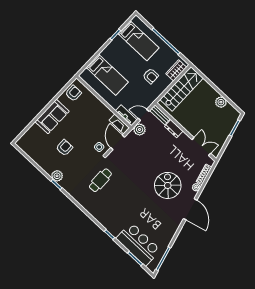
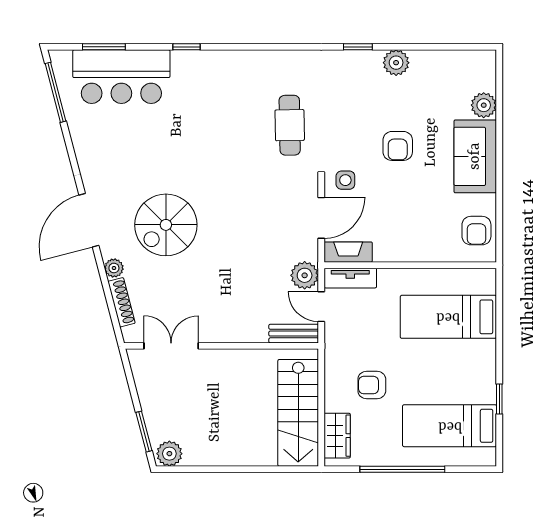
plant: (221, 102) -> (169, 454), moved
door: (144, 115) -> (321, 307), swing flipped
dresser: (174, 129) -> (247, 332), removed
plant: (35, 130) -> (484, 105), added
door: (118, 142) -> (321, 218), hinge flipped
double door: (201, 147) -> (171, 346), swing flipped
armchair: (64, 148) -> (398, 146), moved
plant: (57, 176) -> (396, 63), moved
spiral stairs: (168, 185) -> (166, 225), turned 90
door: (190, 209) -> (89, 220), hinge flipped

